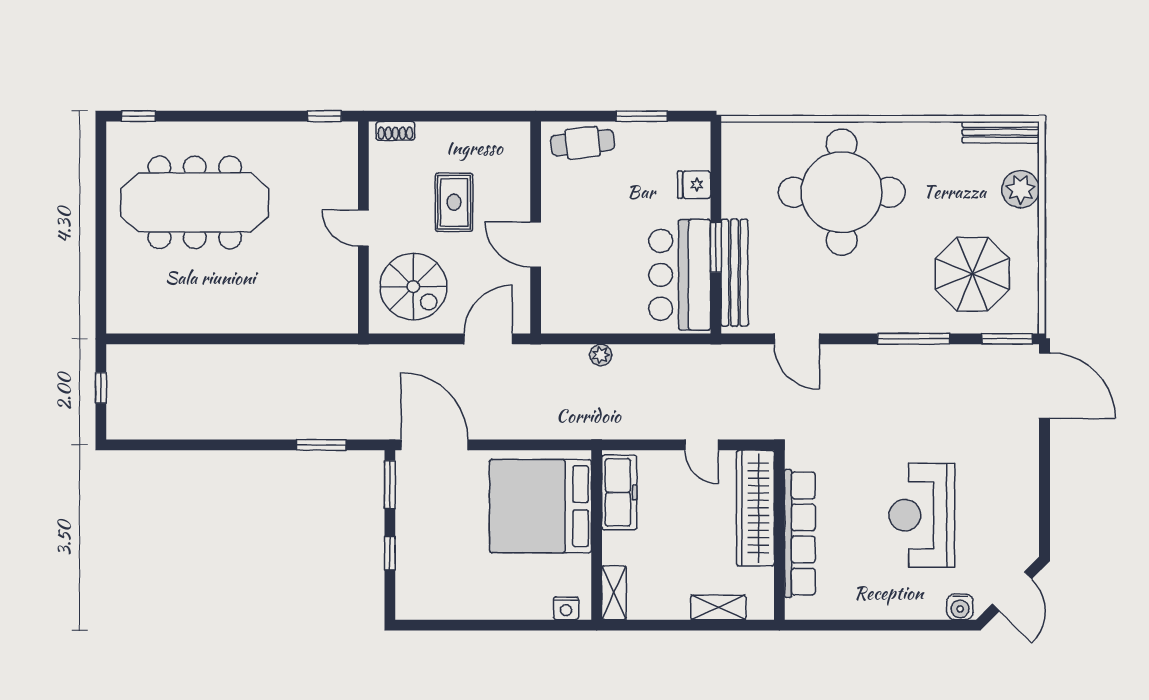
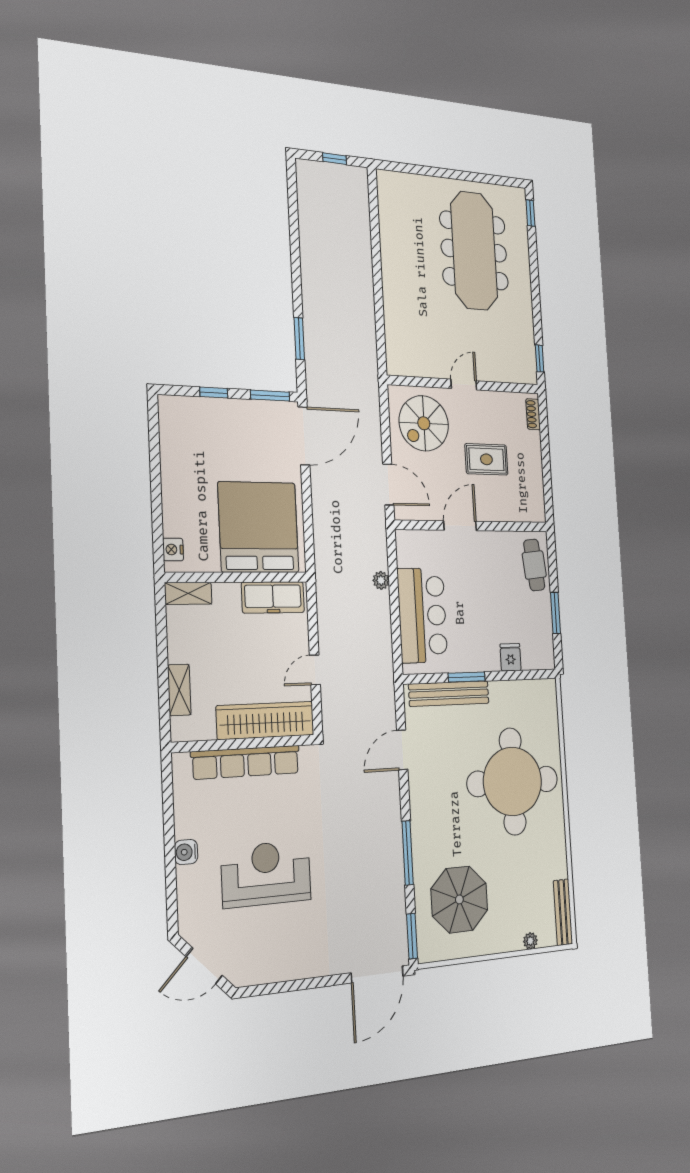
plant: (1021, 189) -> (530, 941), width x0.53, depth x0.53
bar counter: (680, 275) -> (422, 615), moved, turned 90
water cooler: (960, 607) -> (186, 852), moved

